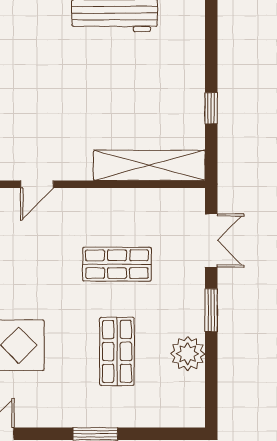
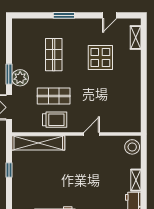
trolley: (115, 214) -> (55, 120), added
plant: (188, 354) -> (20, 78), moved

